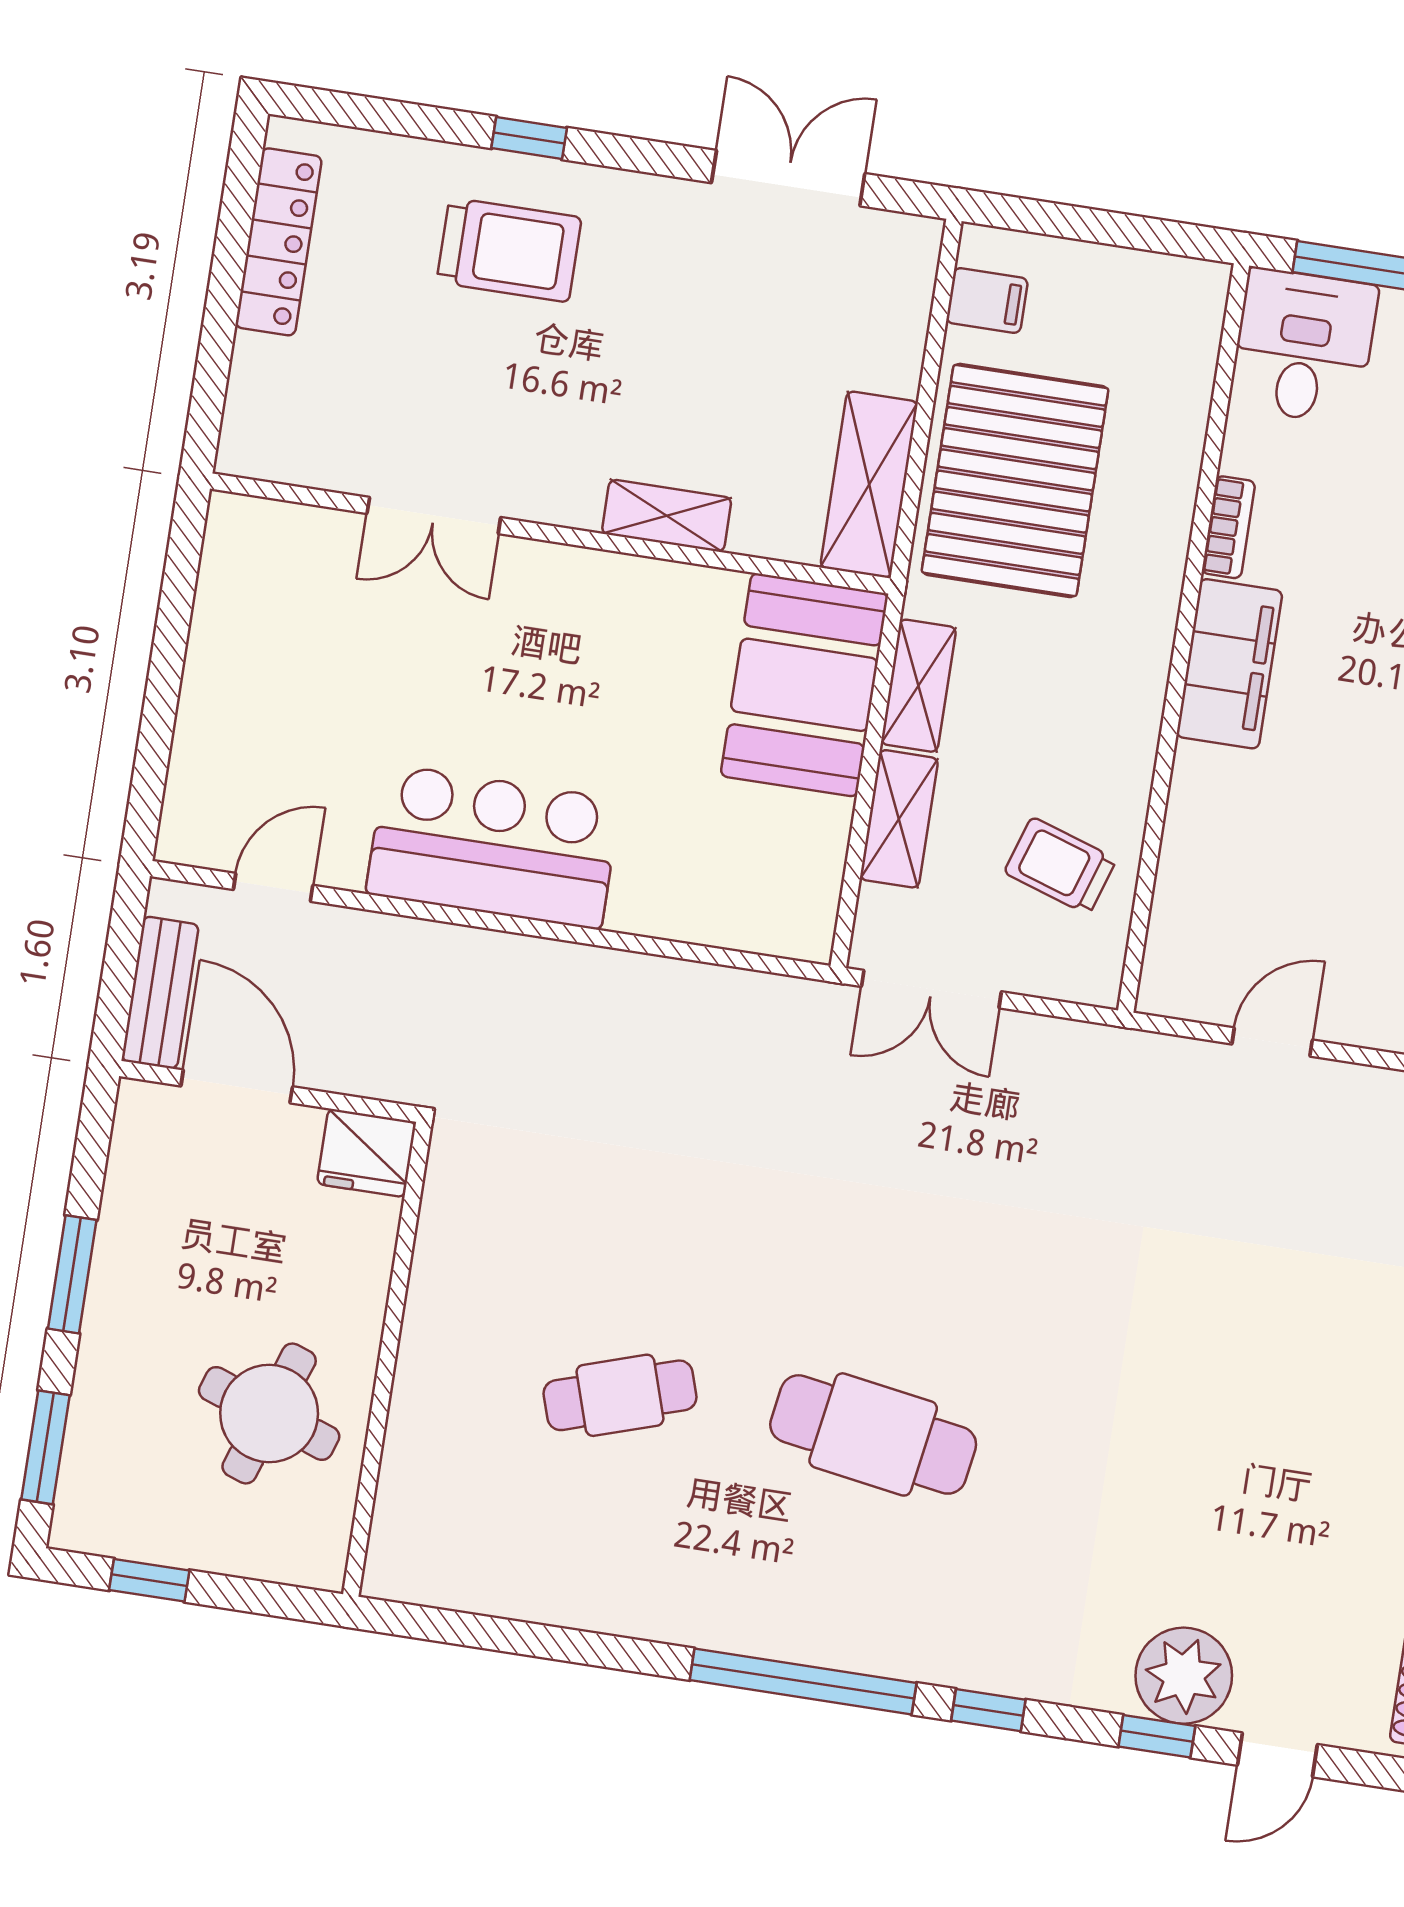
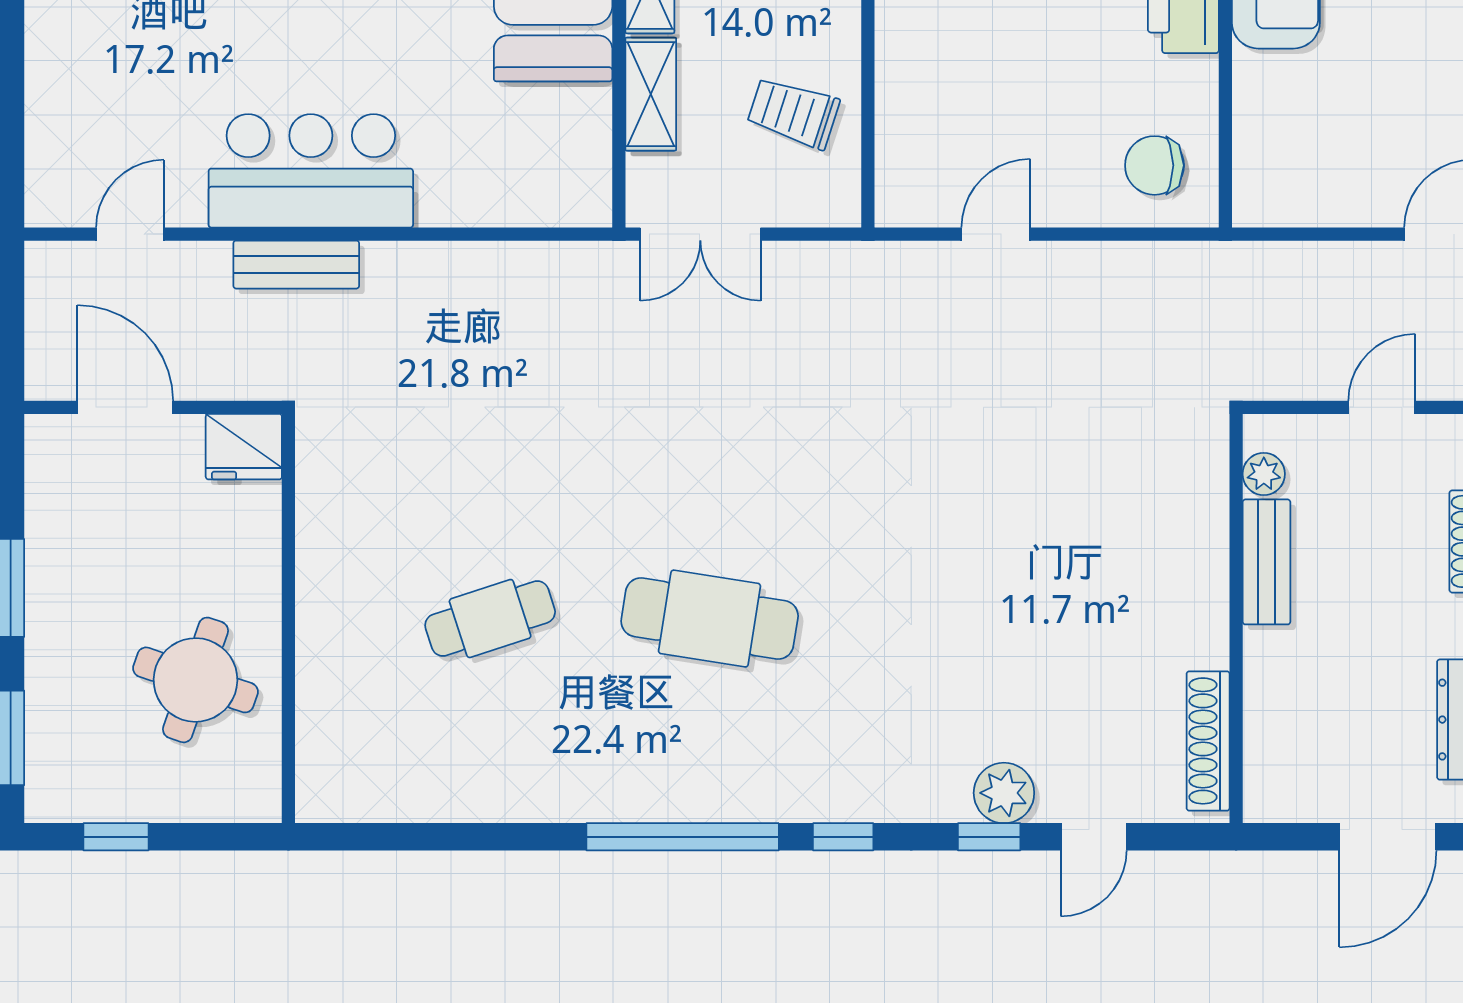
bench: (160, 993) -> (296, 265), moved, turned 90
plant: (1184, 1676) -> (1004, 793), width x0.73, depth x0.73

